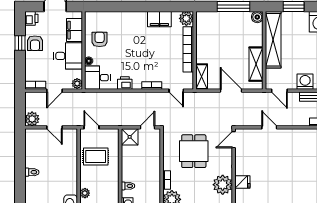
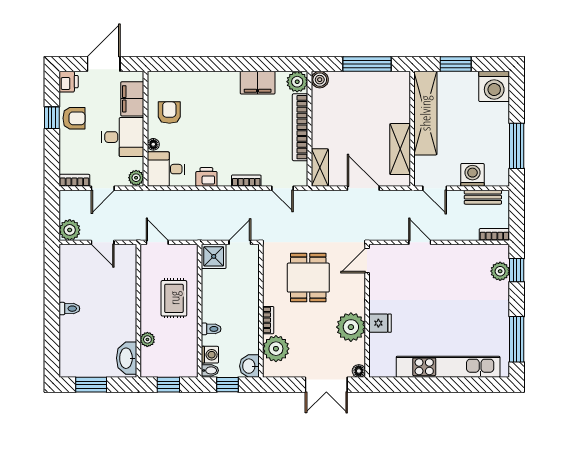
boiler: (257, 17) -> (320, 80), moved
armchair: (35, 43) -> (74, 118), turned -90
rug: (96, 157) -> (174, 298), moved, turned 90

